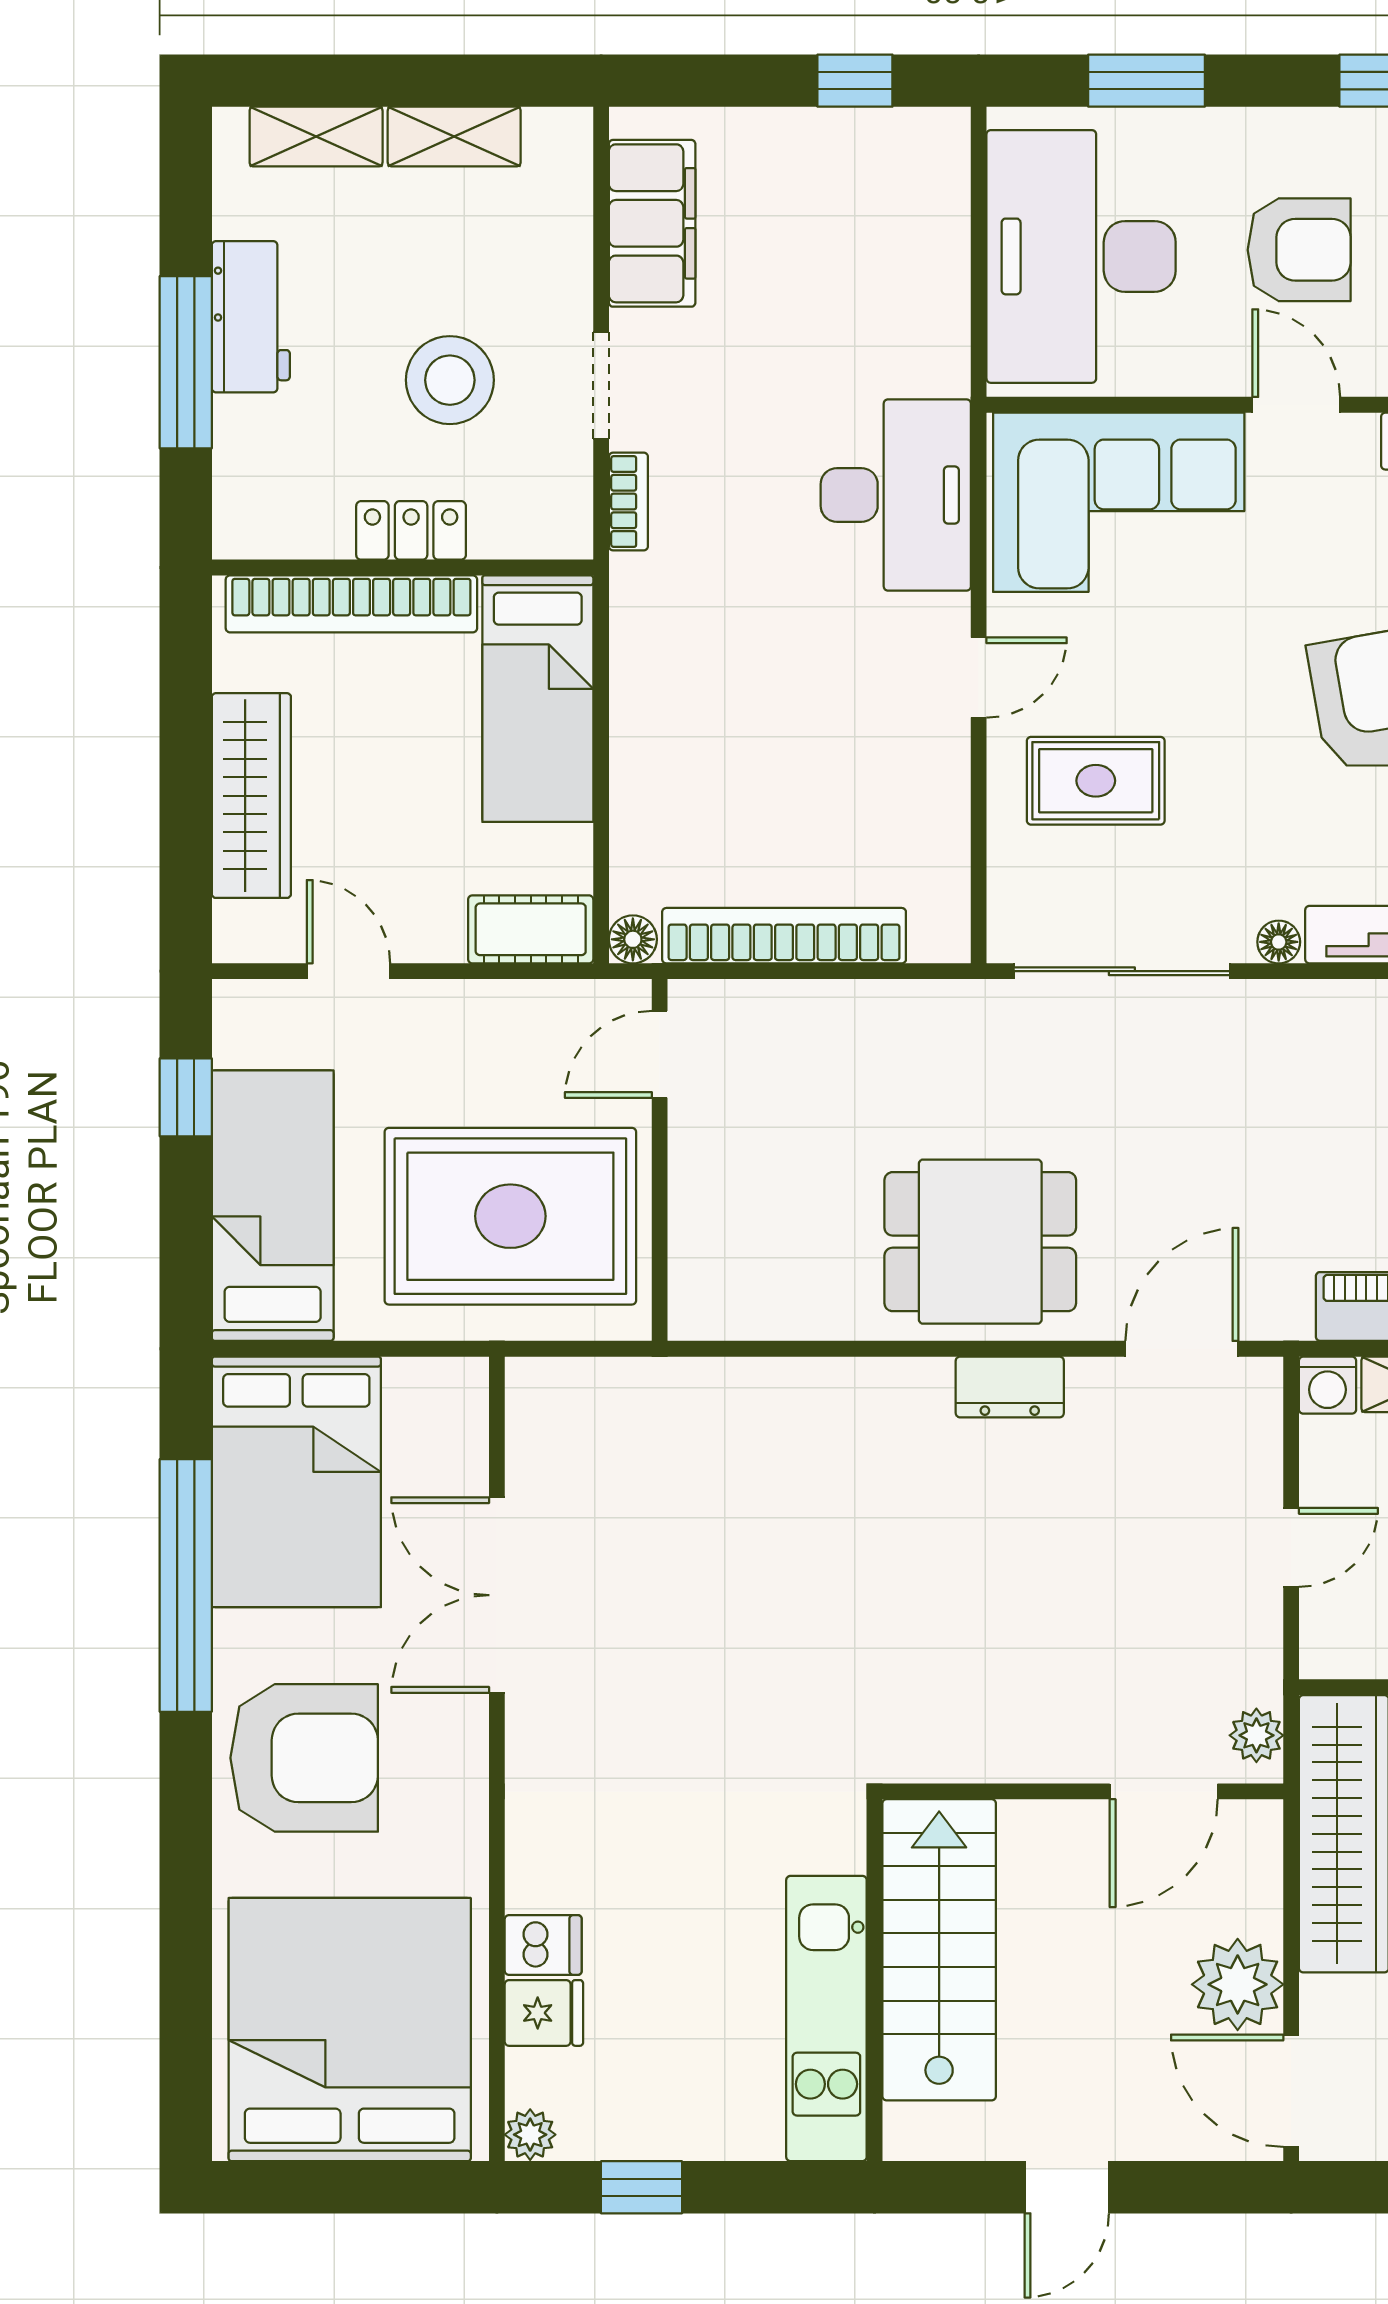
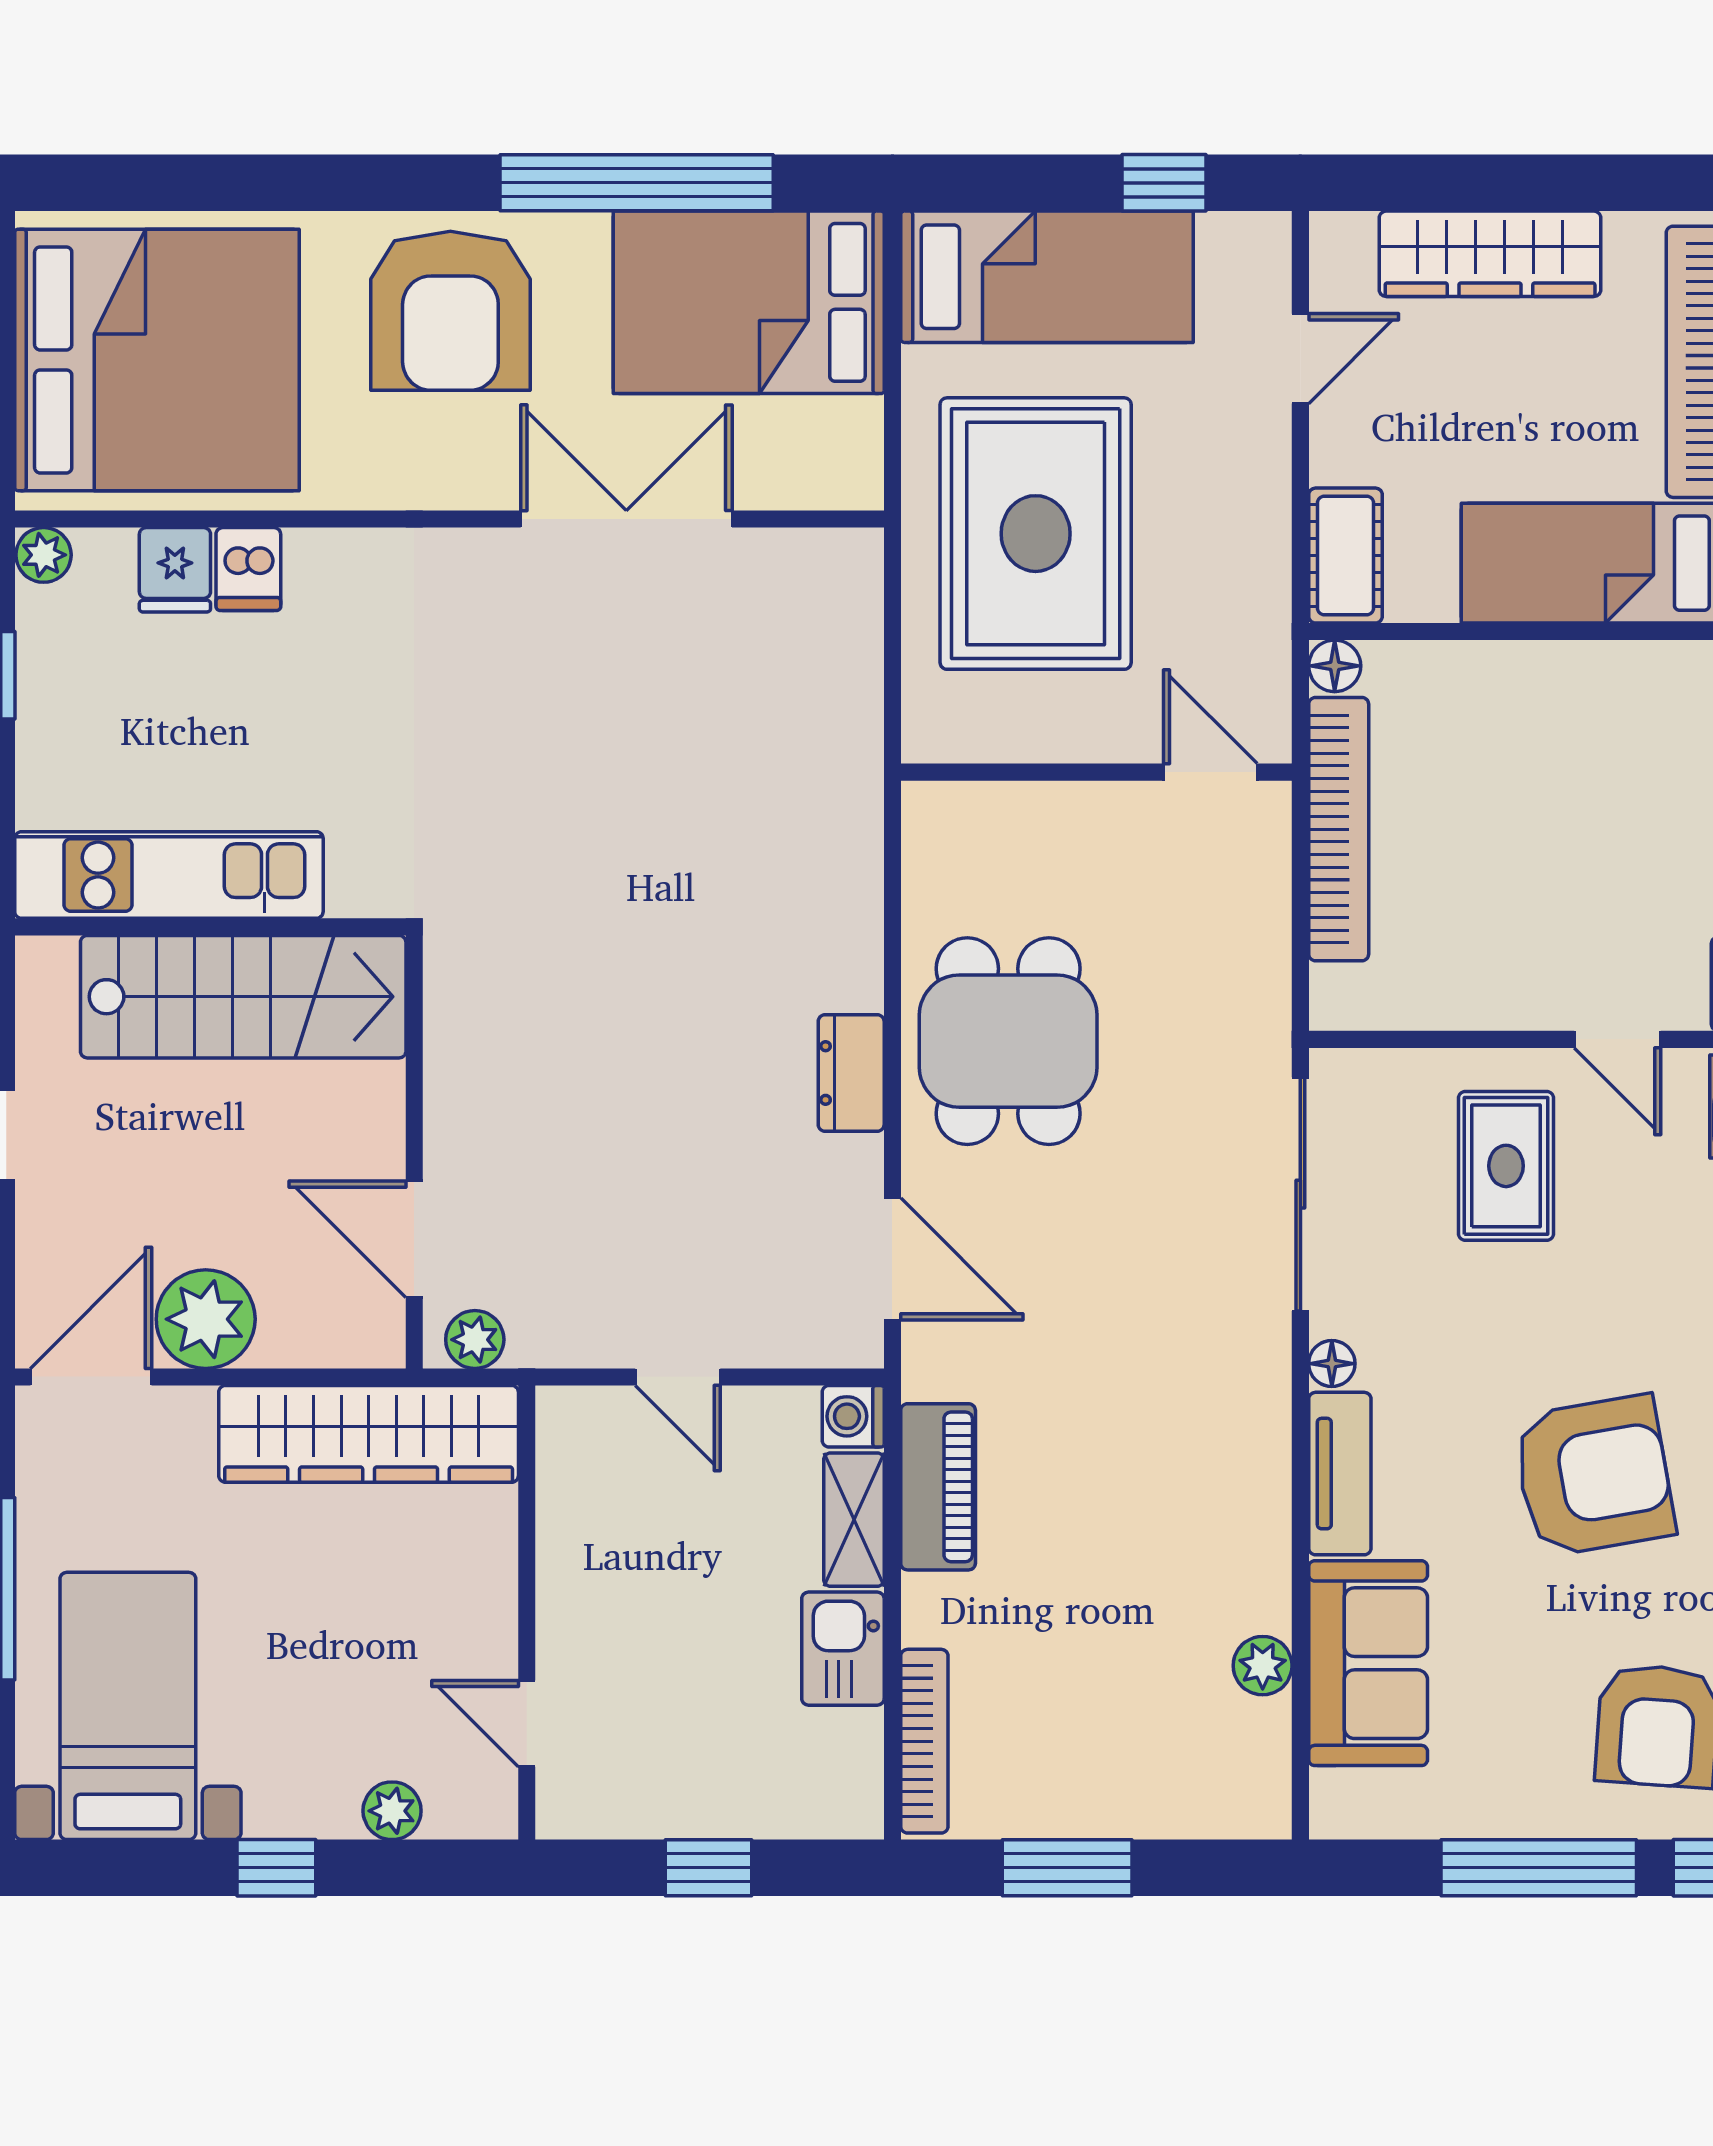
door: (660, 1054) -> (1210, 772), moved
wall: (660, 1160) -> (1096, 772), moved

